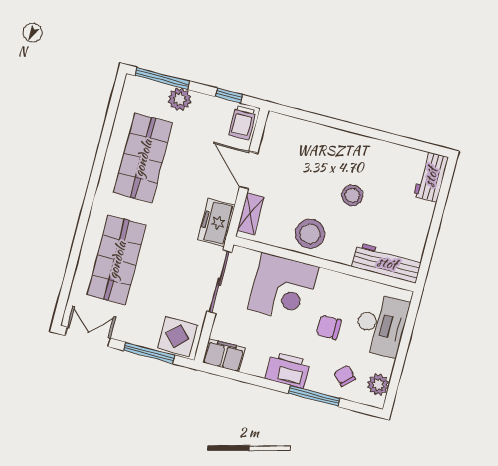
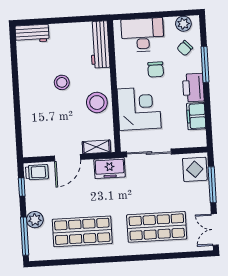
filing cabinet: (224, 355) -> (196, 116), moved

